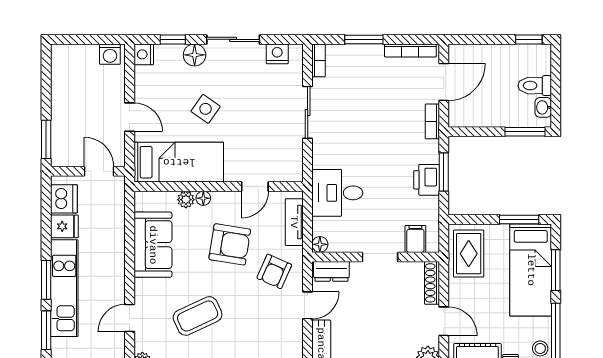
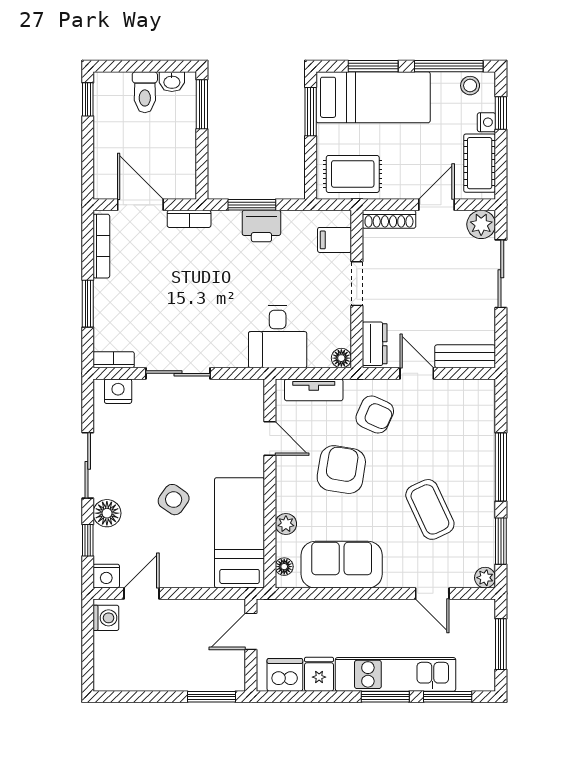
nightstand: (277, 54) -> (118, 391), moved, turned 90
door: (130, 117) -> (141, 593), moved
floor lamp: (203, 198) -> (284, 567), moved

